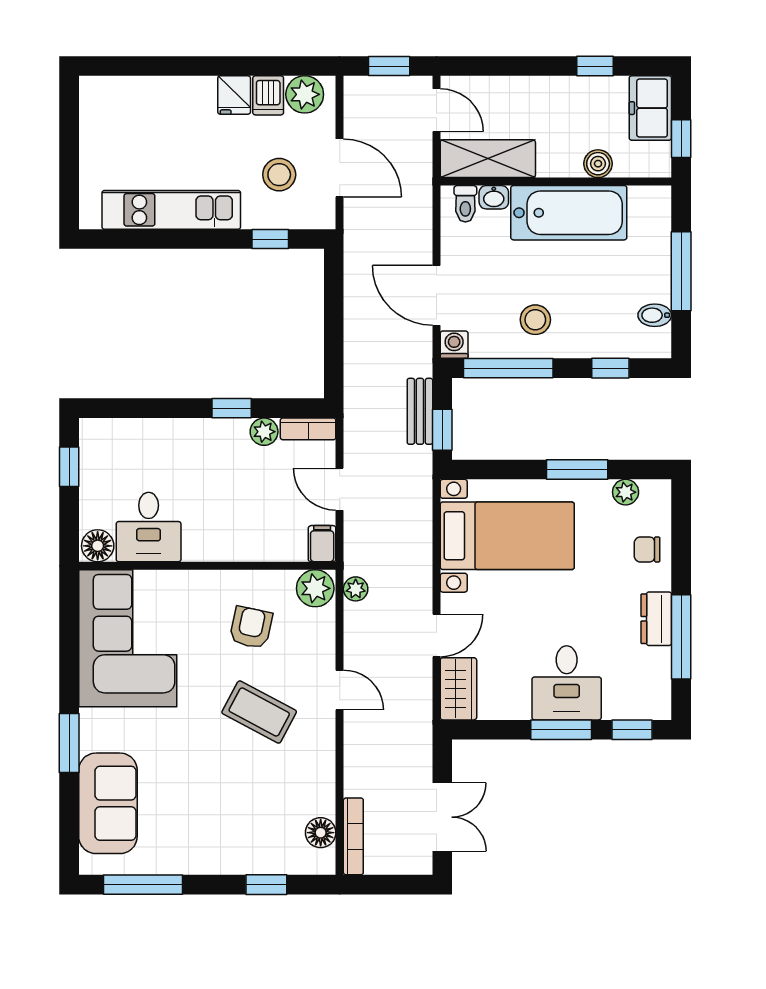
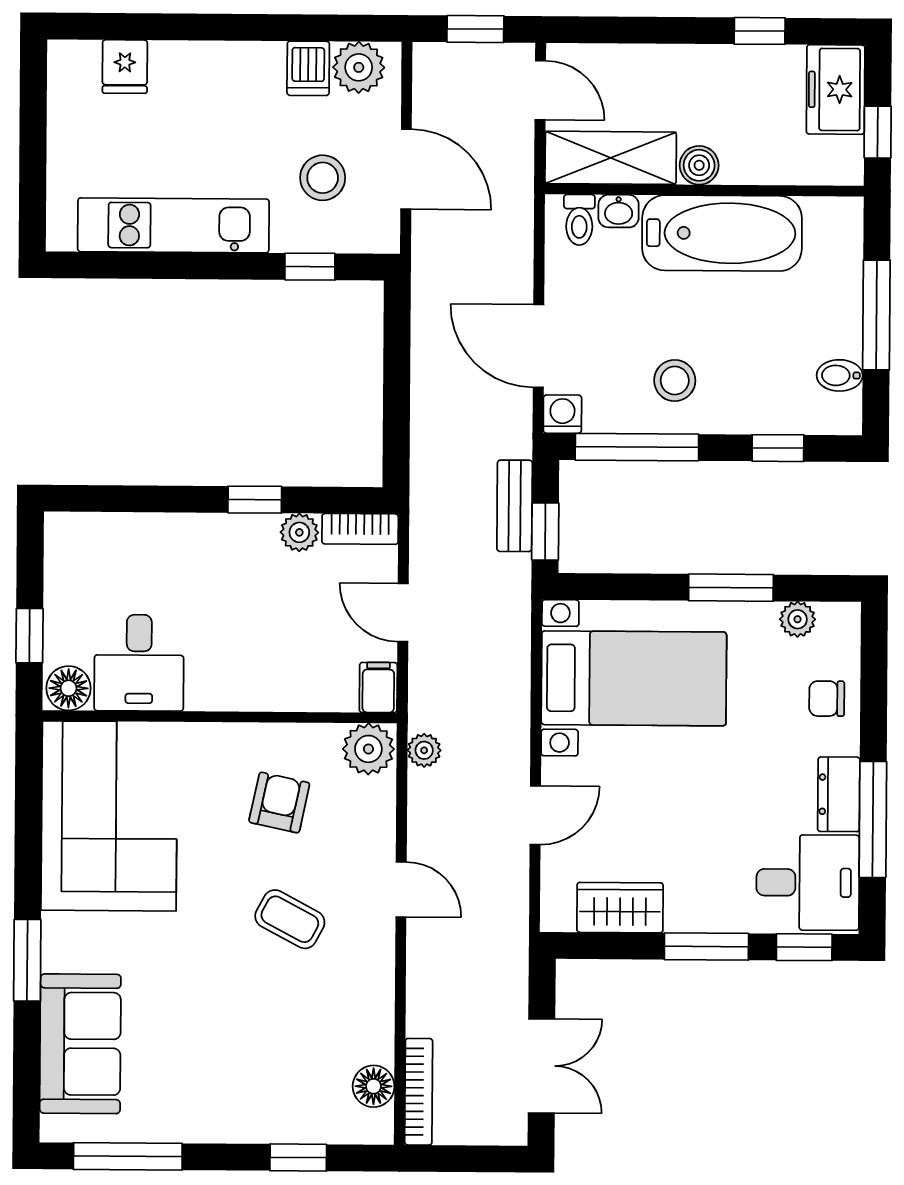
fridge: (234, 95) -> (125, 67), moved
boiler: (598, 164) -> (699, 165), moved
window: (69, 467) -> (30, 636), moved
desk: (567, 683) -> (808, 883), moved, turned -90
wardrobe: (458, 689) -> (620, 908), moved, turned -90
coffee table: (259, 712) -> (290, 919), width x0.73, depth x0.77

